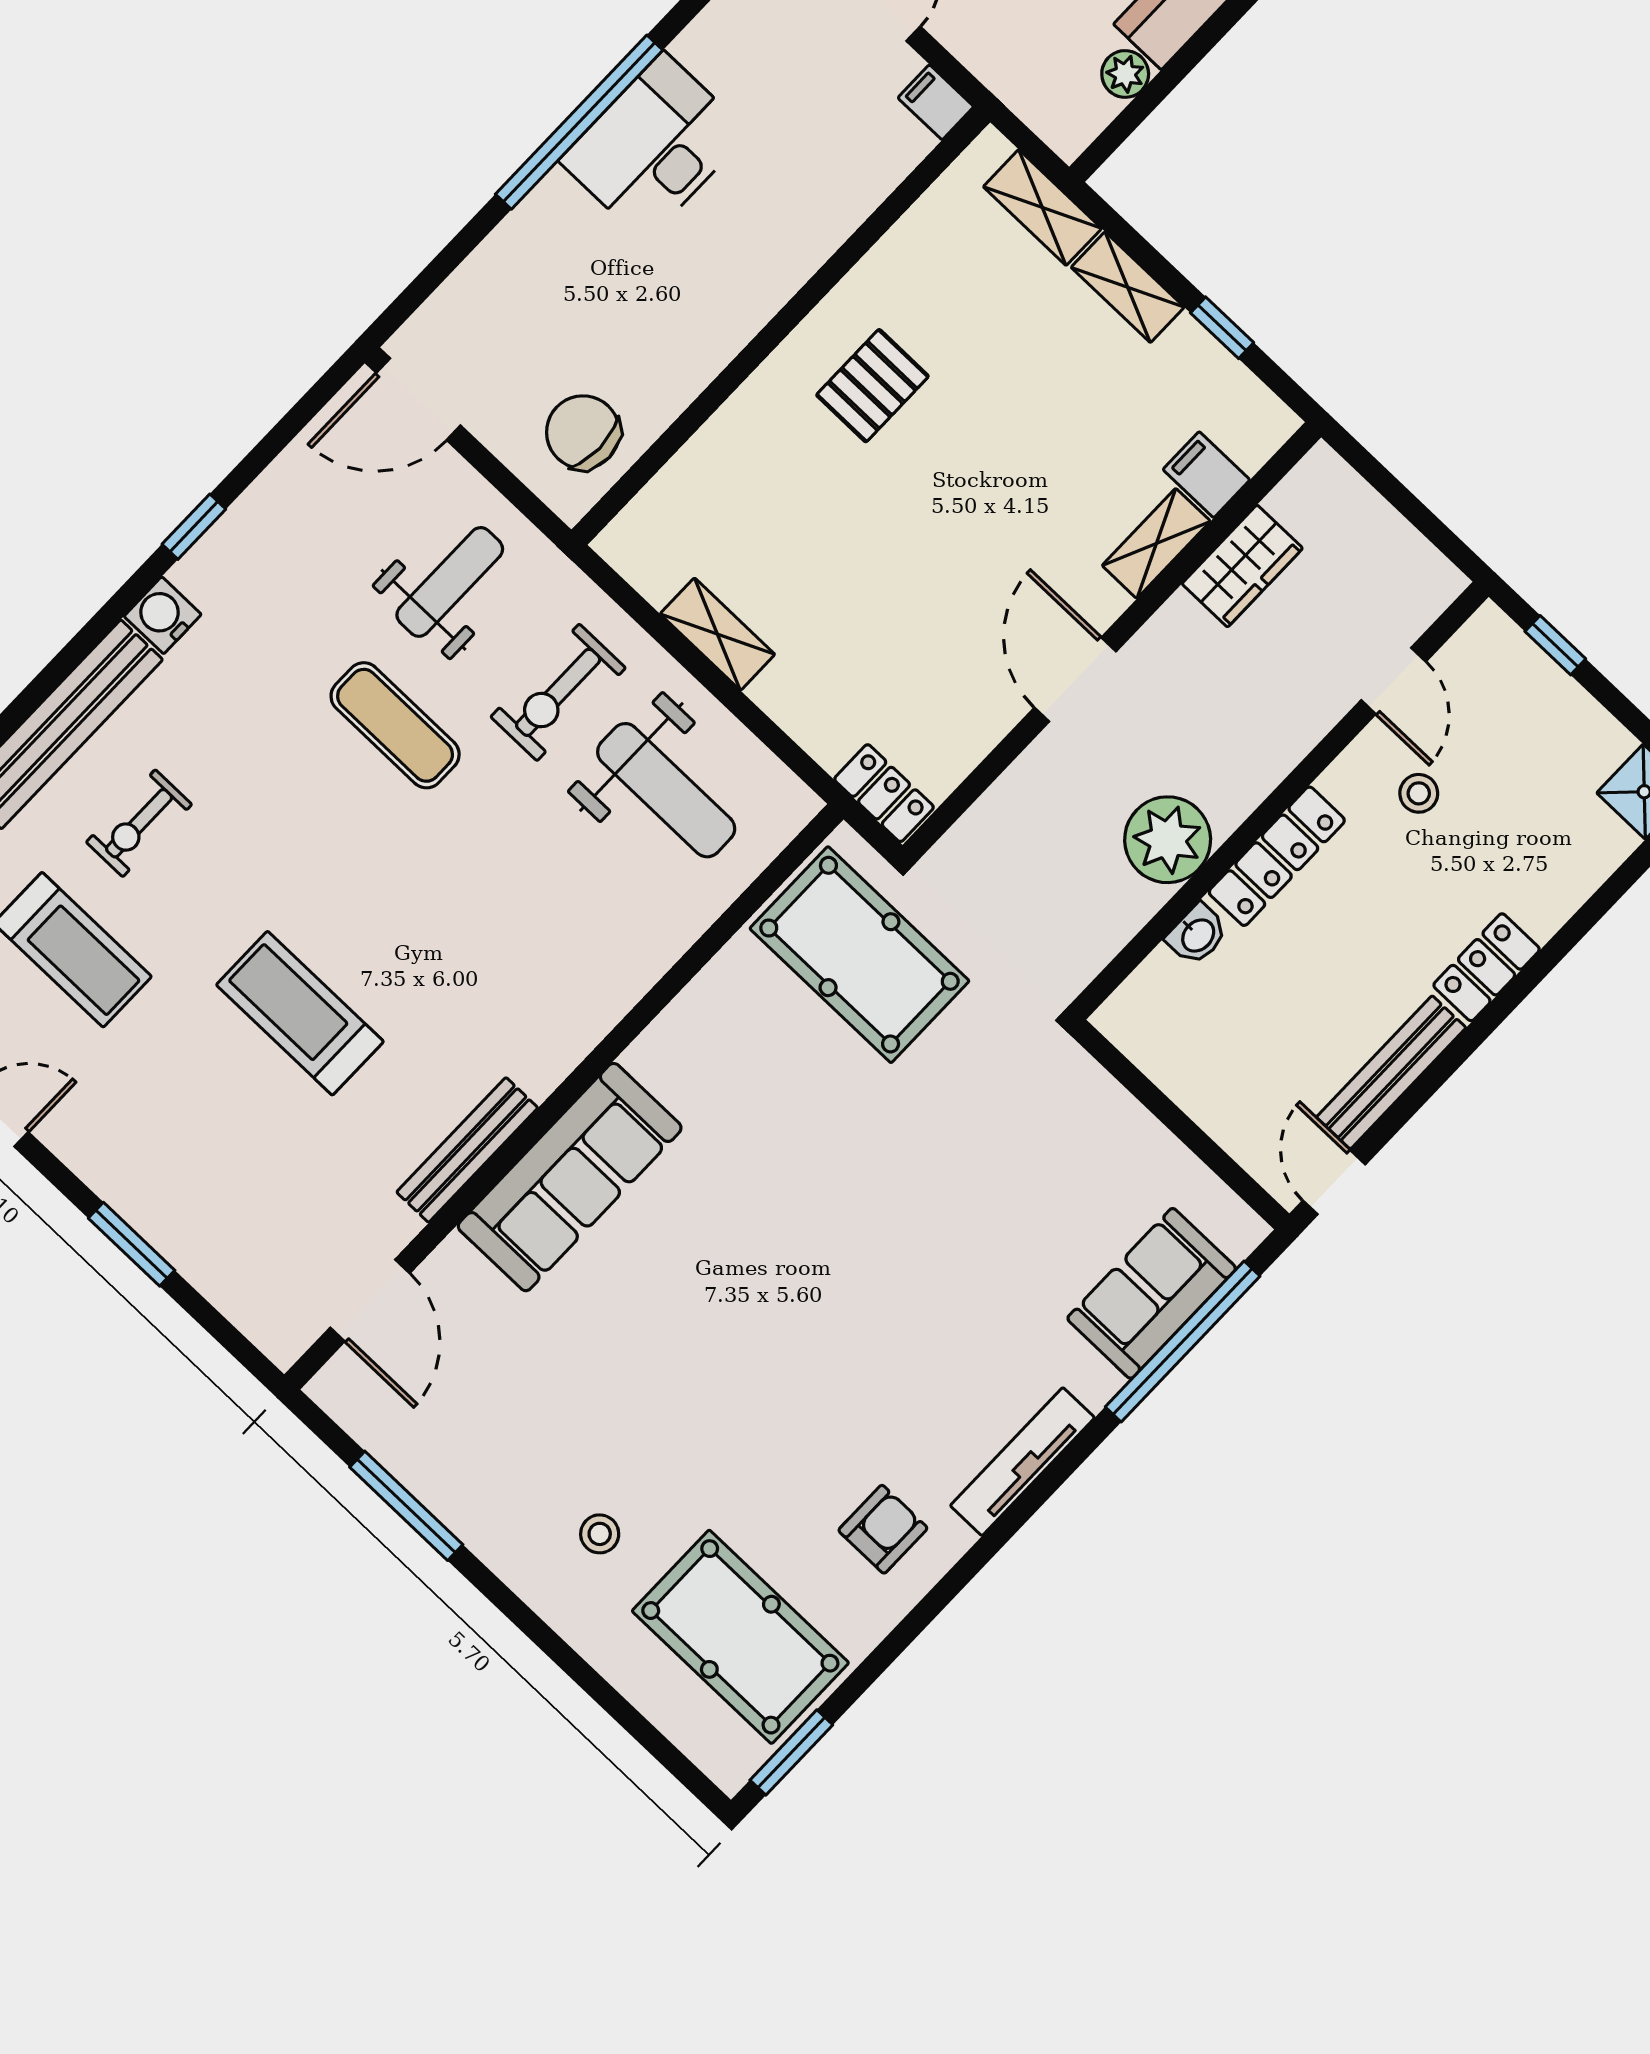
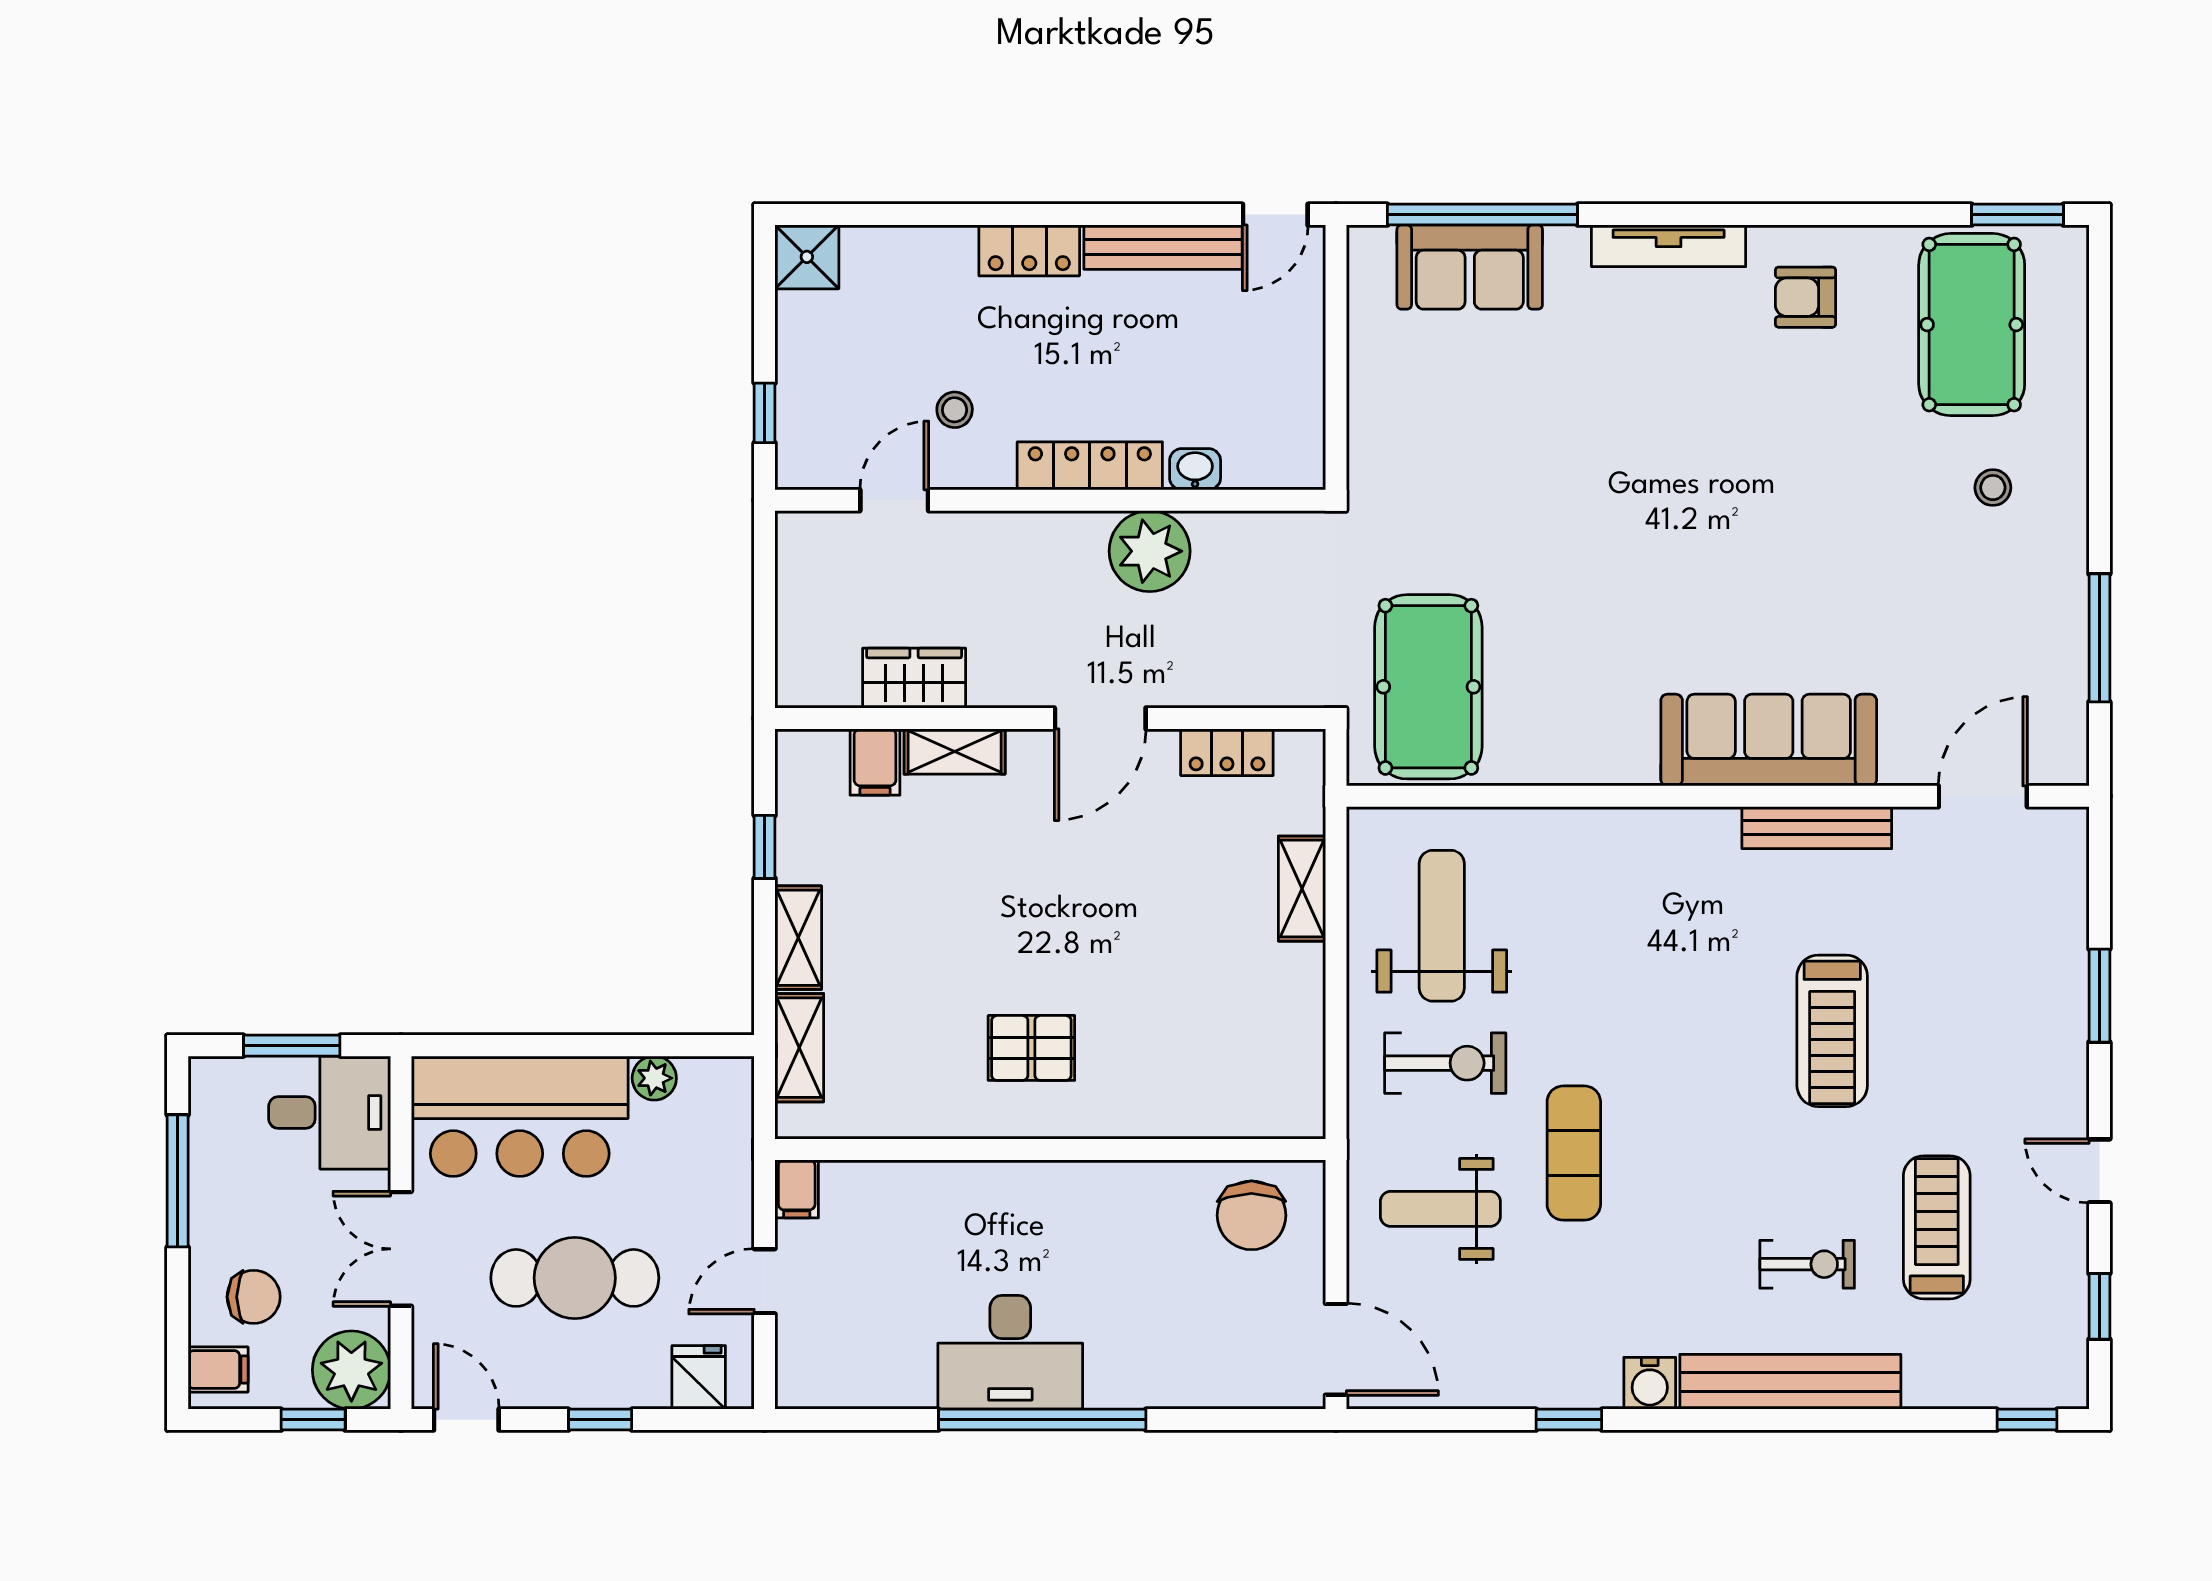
shelving: (717, 634) -> (1302, 889), moved
locker: (884, 793) -> (1227, 752), moved, turned -90

